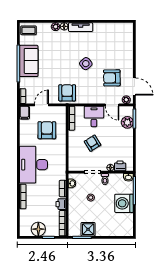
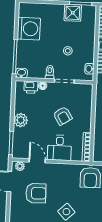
plant: (127, 122) -> (21, 120), moved
washing machine: (124, 203) -> (29, 29), moved

